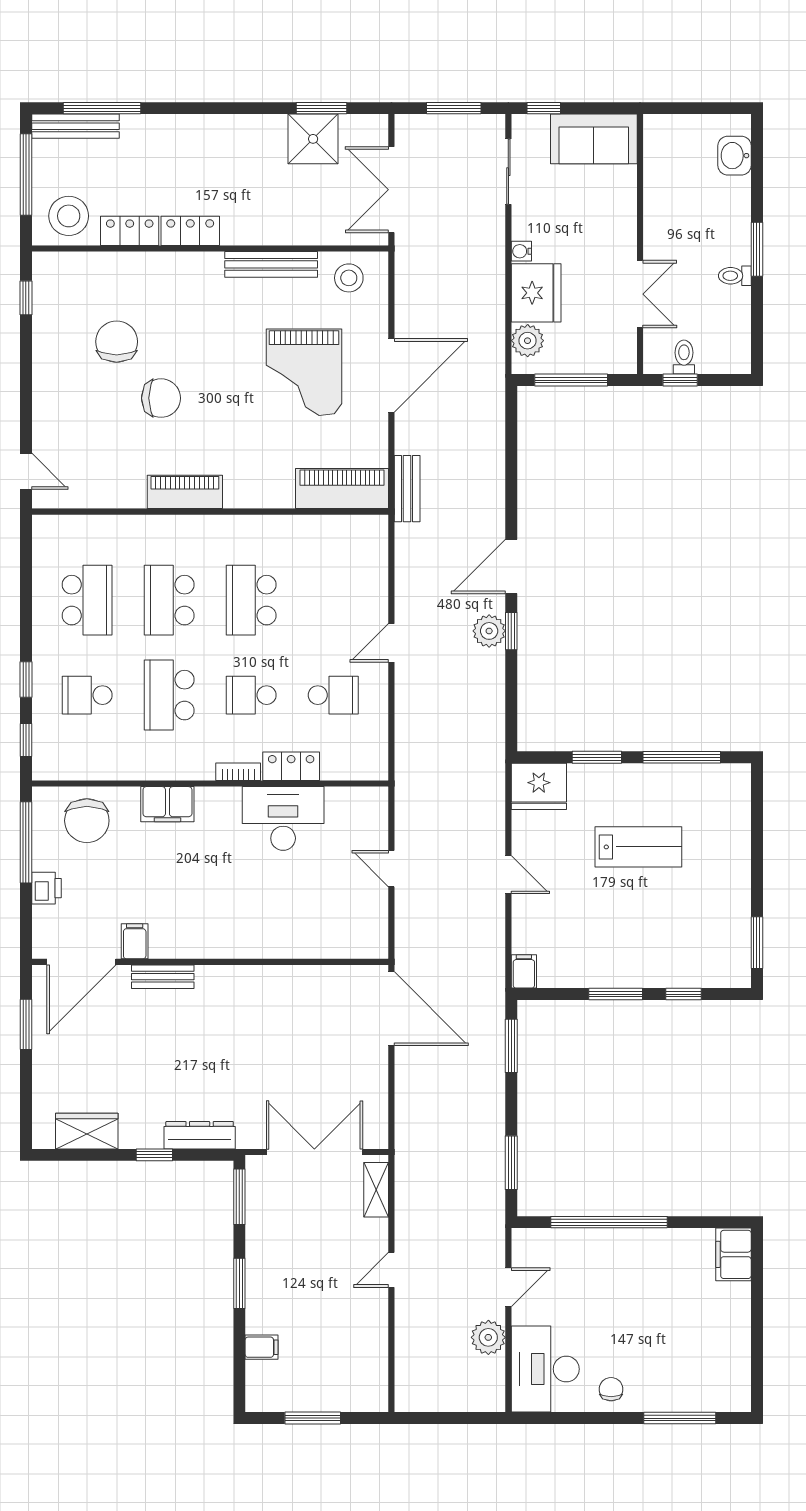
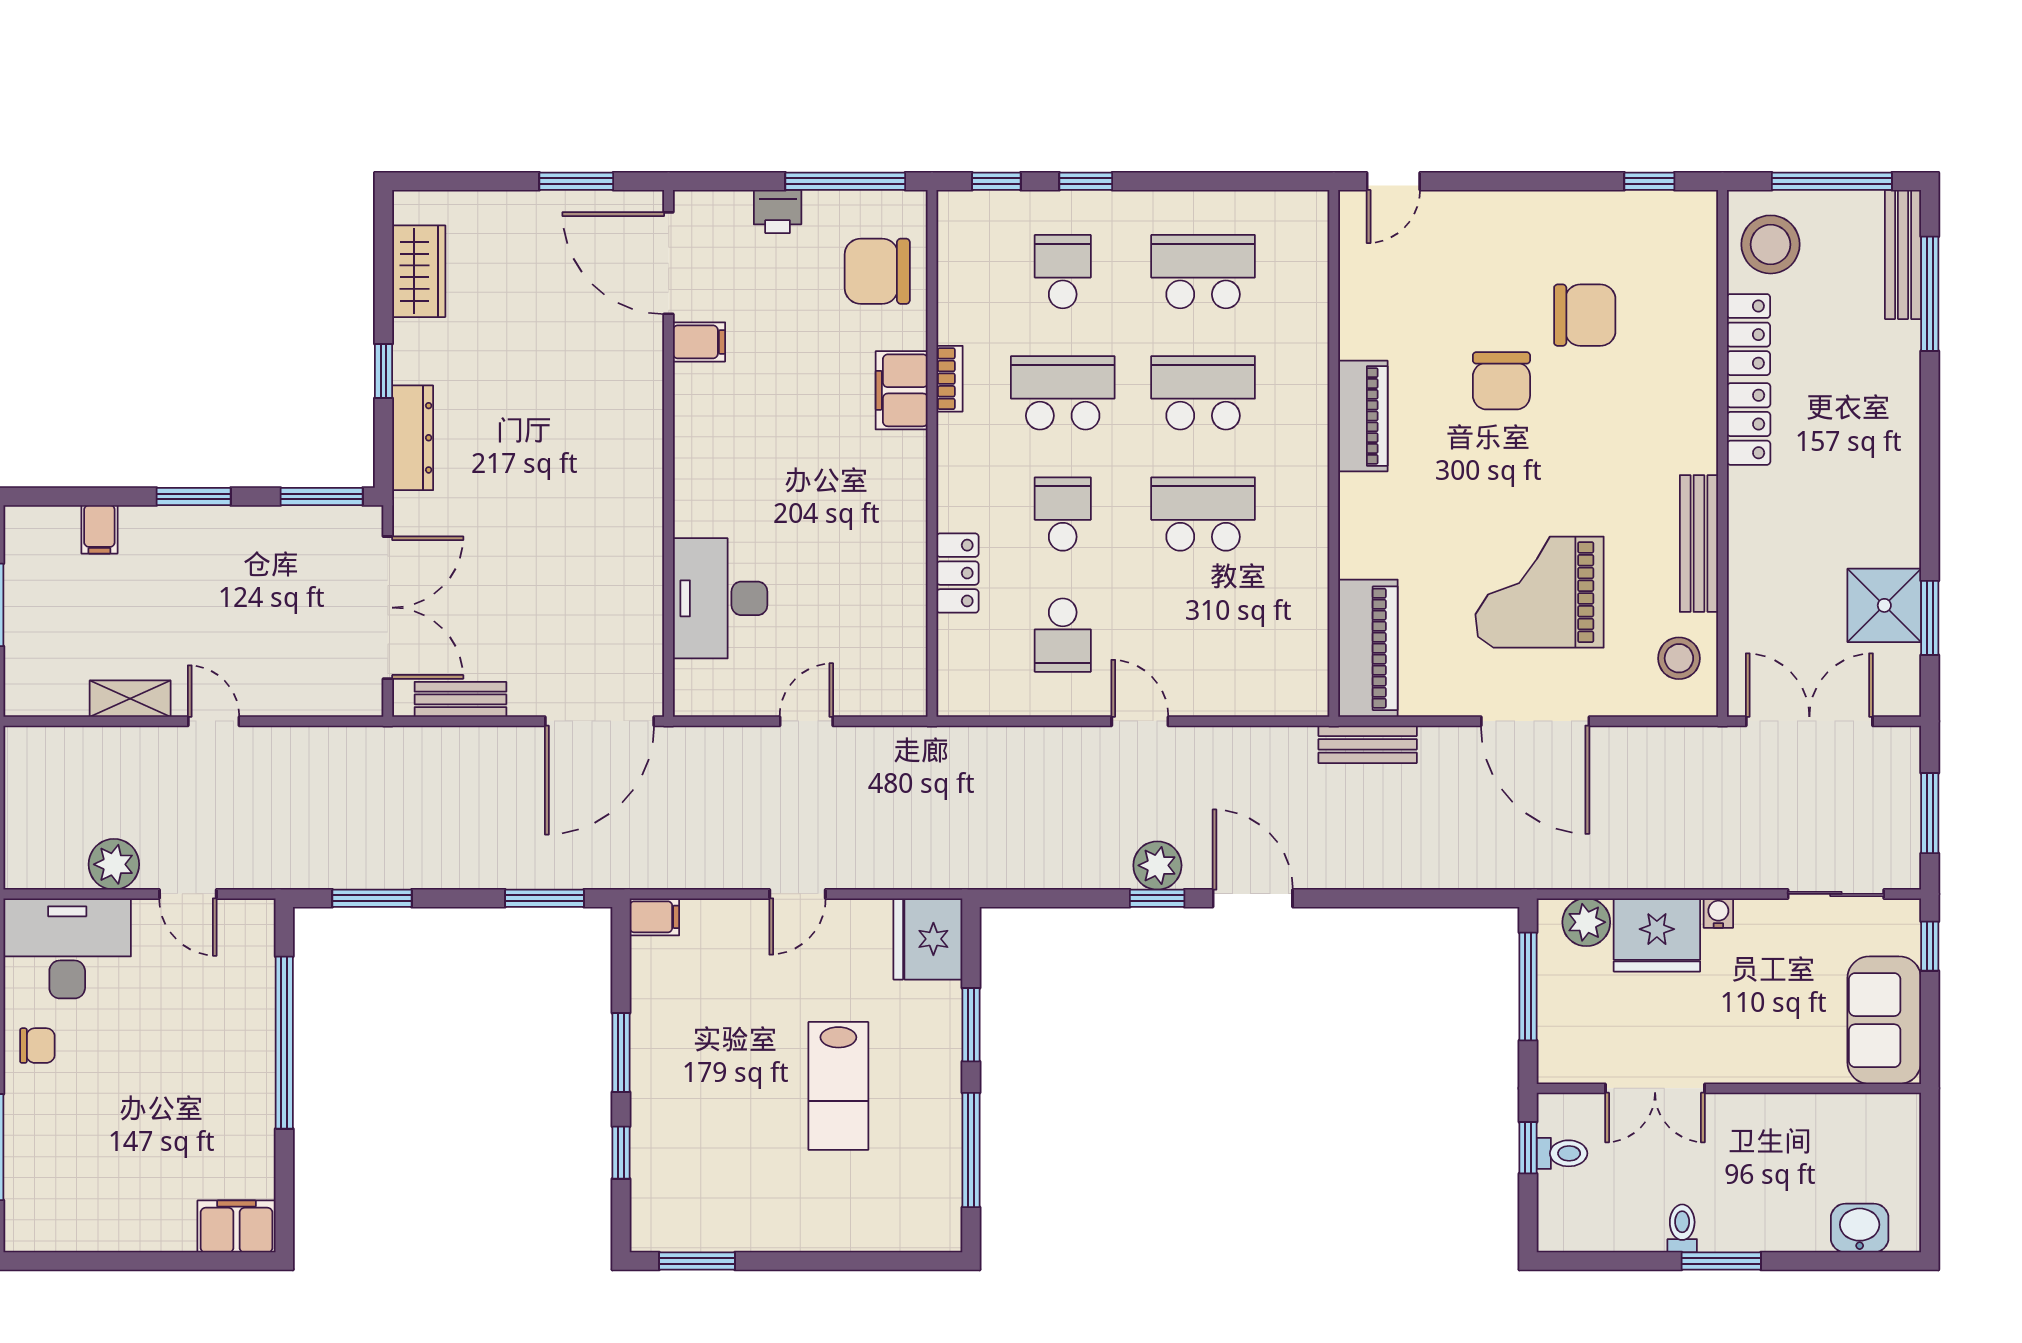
school desk: (87, 600) -> (1203, 272), turned 180
bookcase: (238, 772) -> (949, 379), moved
desk: (283, 818) -> (720, 598), moved, turned 180
bench: (163, 977) -> (460, 699), moved, turned 90
shelving: (376, 1190) -> (130, 699), moved

